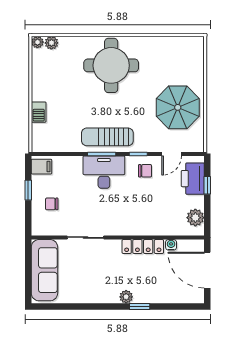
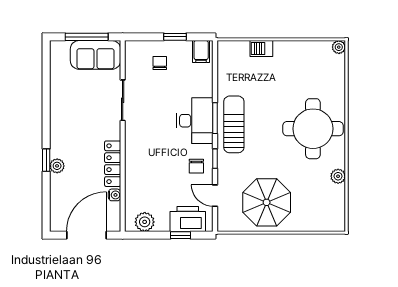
plant: (51, 43) -> (338, 176), moved
window: (28, 270) -> (87, 37), added
sofa: (44, 270) -> (95, 55), width x0.73
plant: (126, 297) -> (57, 166), moved

